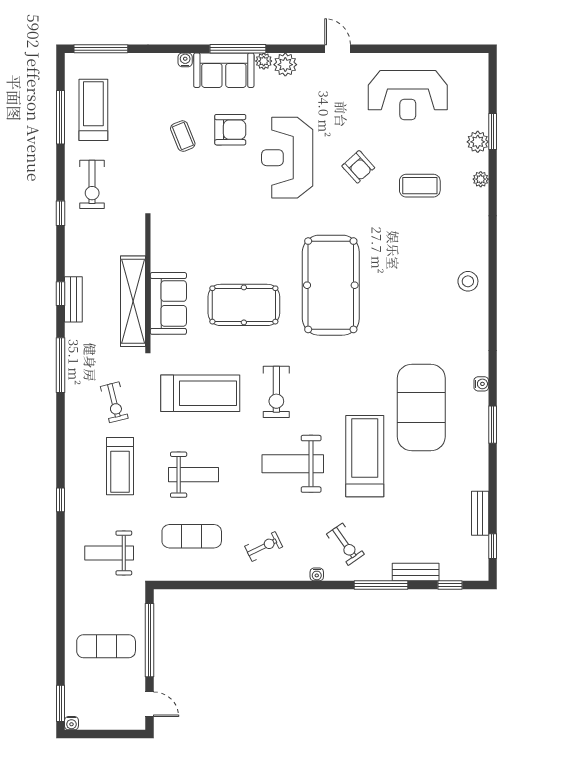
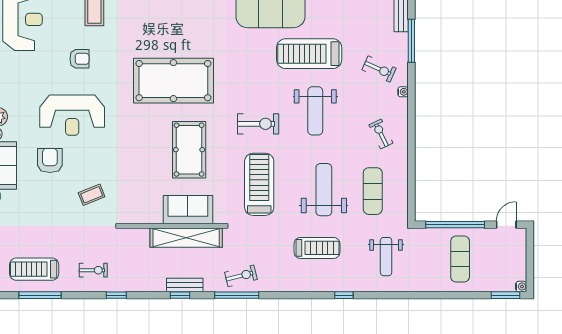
coffee table: (183, 136) -> (92, 195), moved
armchair: (358, 167) -> (79, 59), turned 42
exercise bike: (92, 184) -> (93, 270), width x0.73, depth x0.72
exercise bike: (114, 402) -> (241, 276), moved
weight bench: (193, 475) -> (324, 190), width x1.36, depth x1.33
exercise bike: (345, 544) -> (379, 69), turned 59

